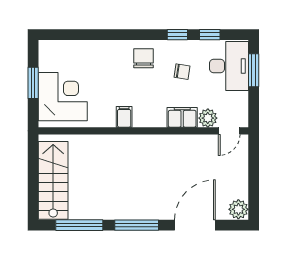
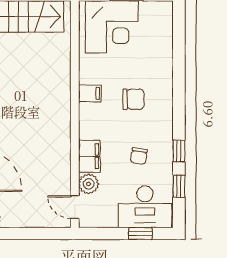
chair: (143, 58) -> (133, 99), moved
window: (254, 70) -> (140, 233), width x0.67

